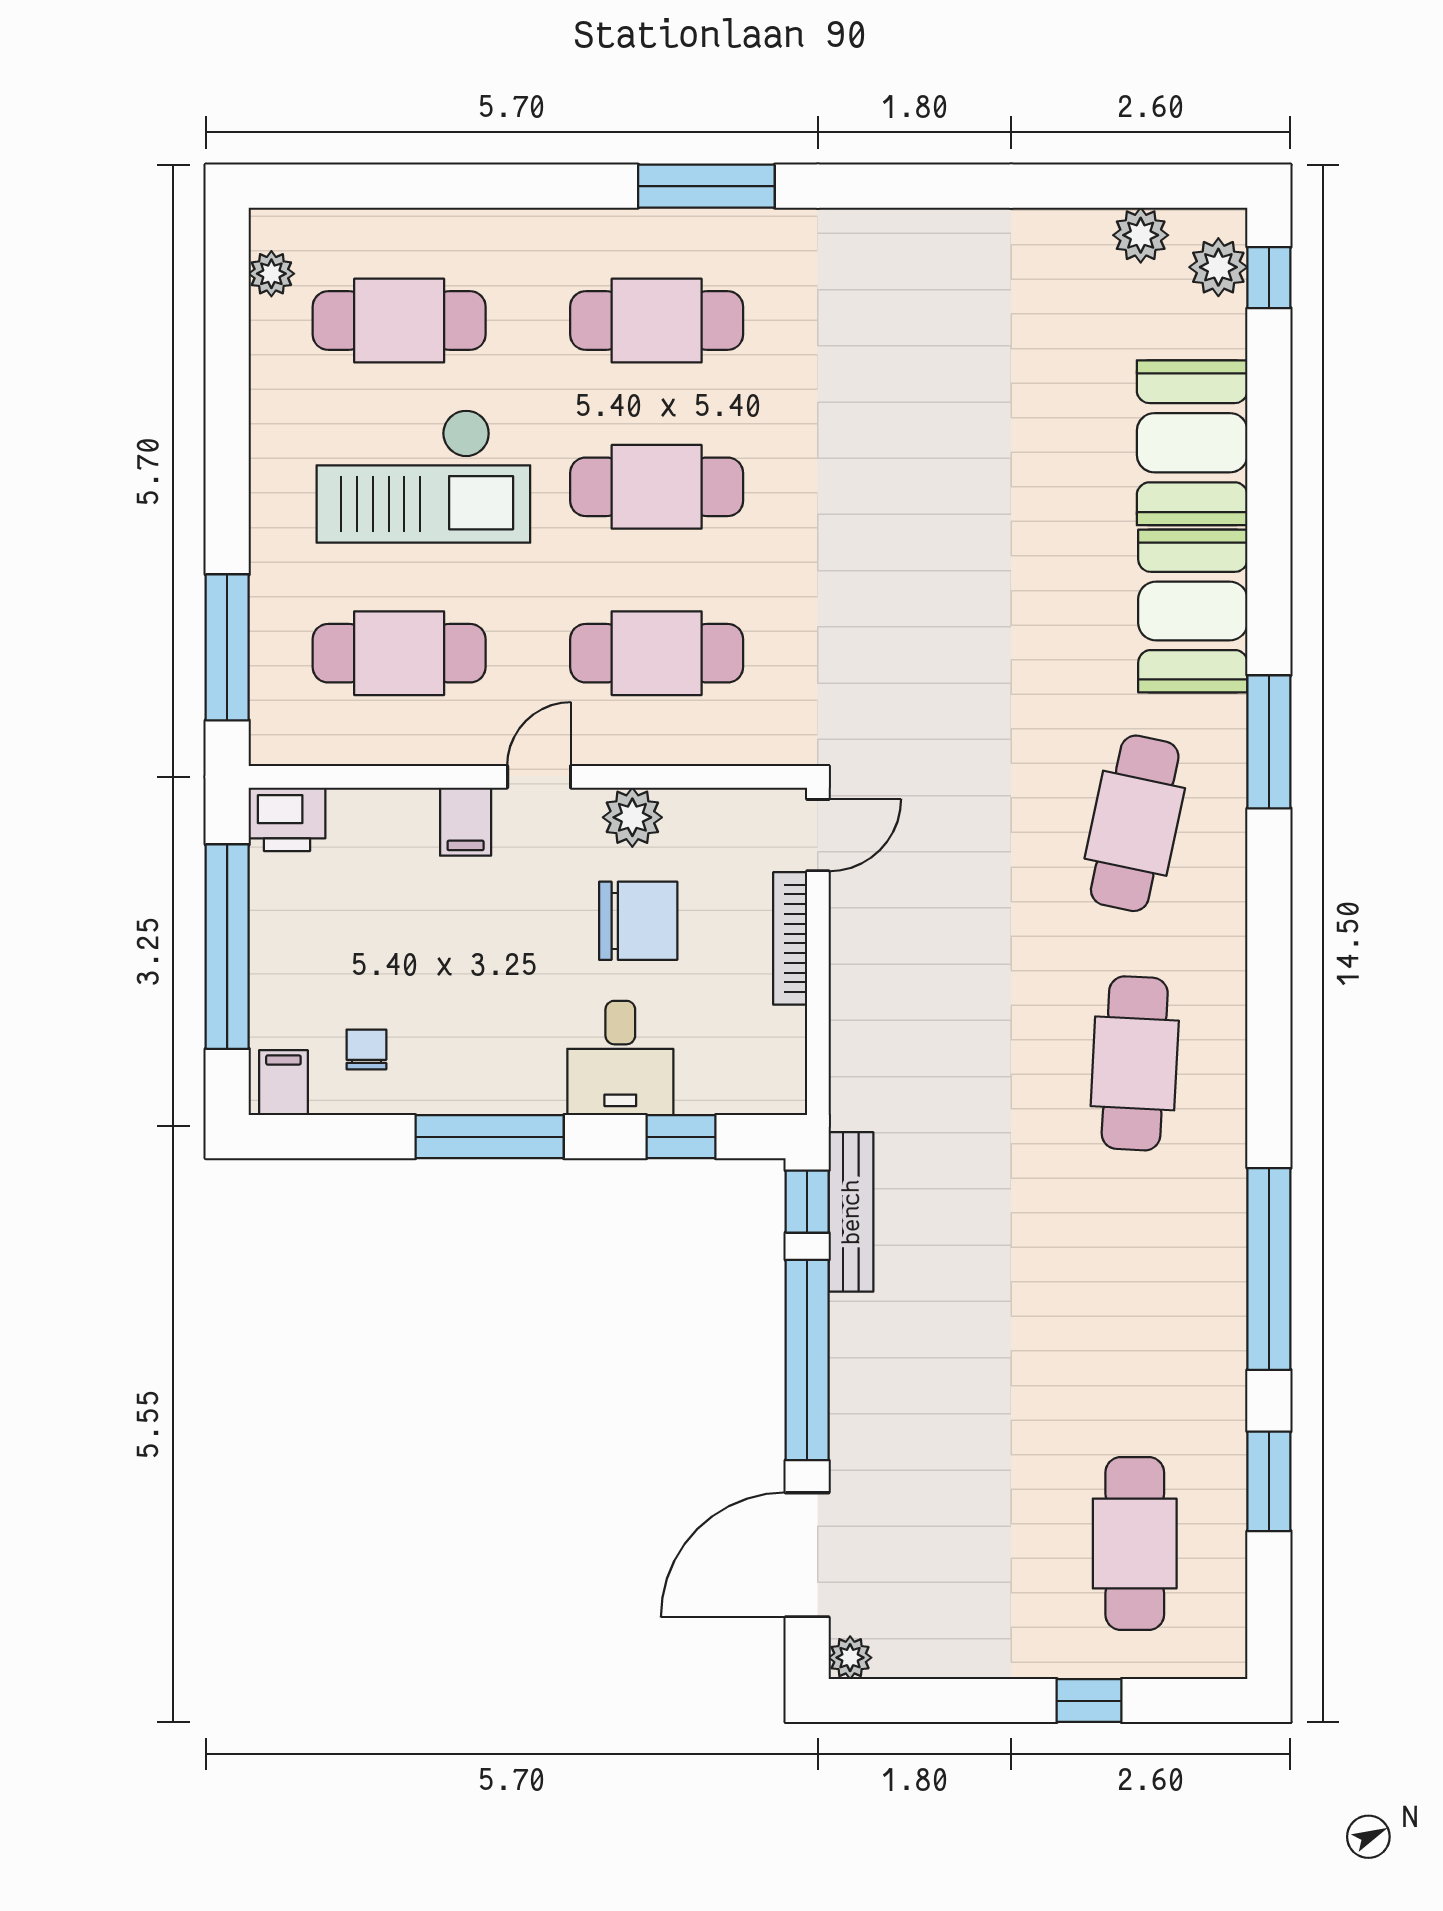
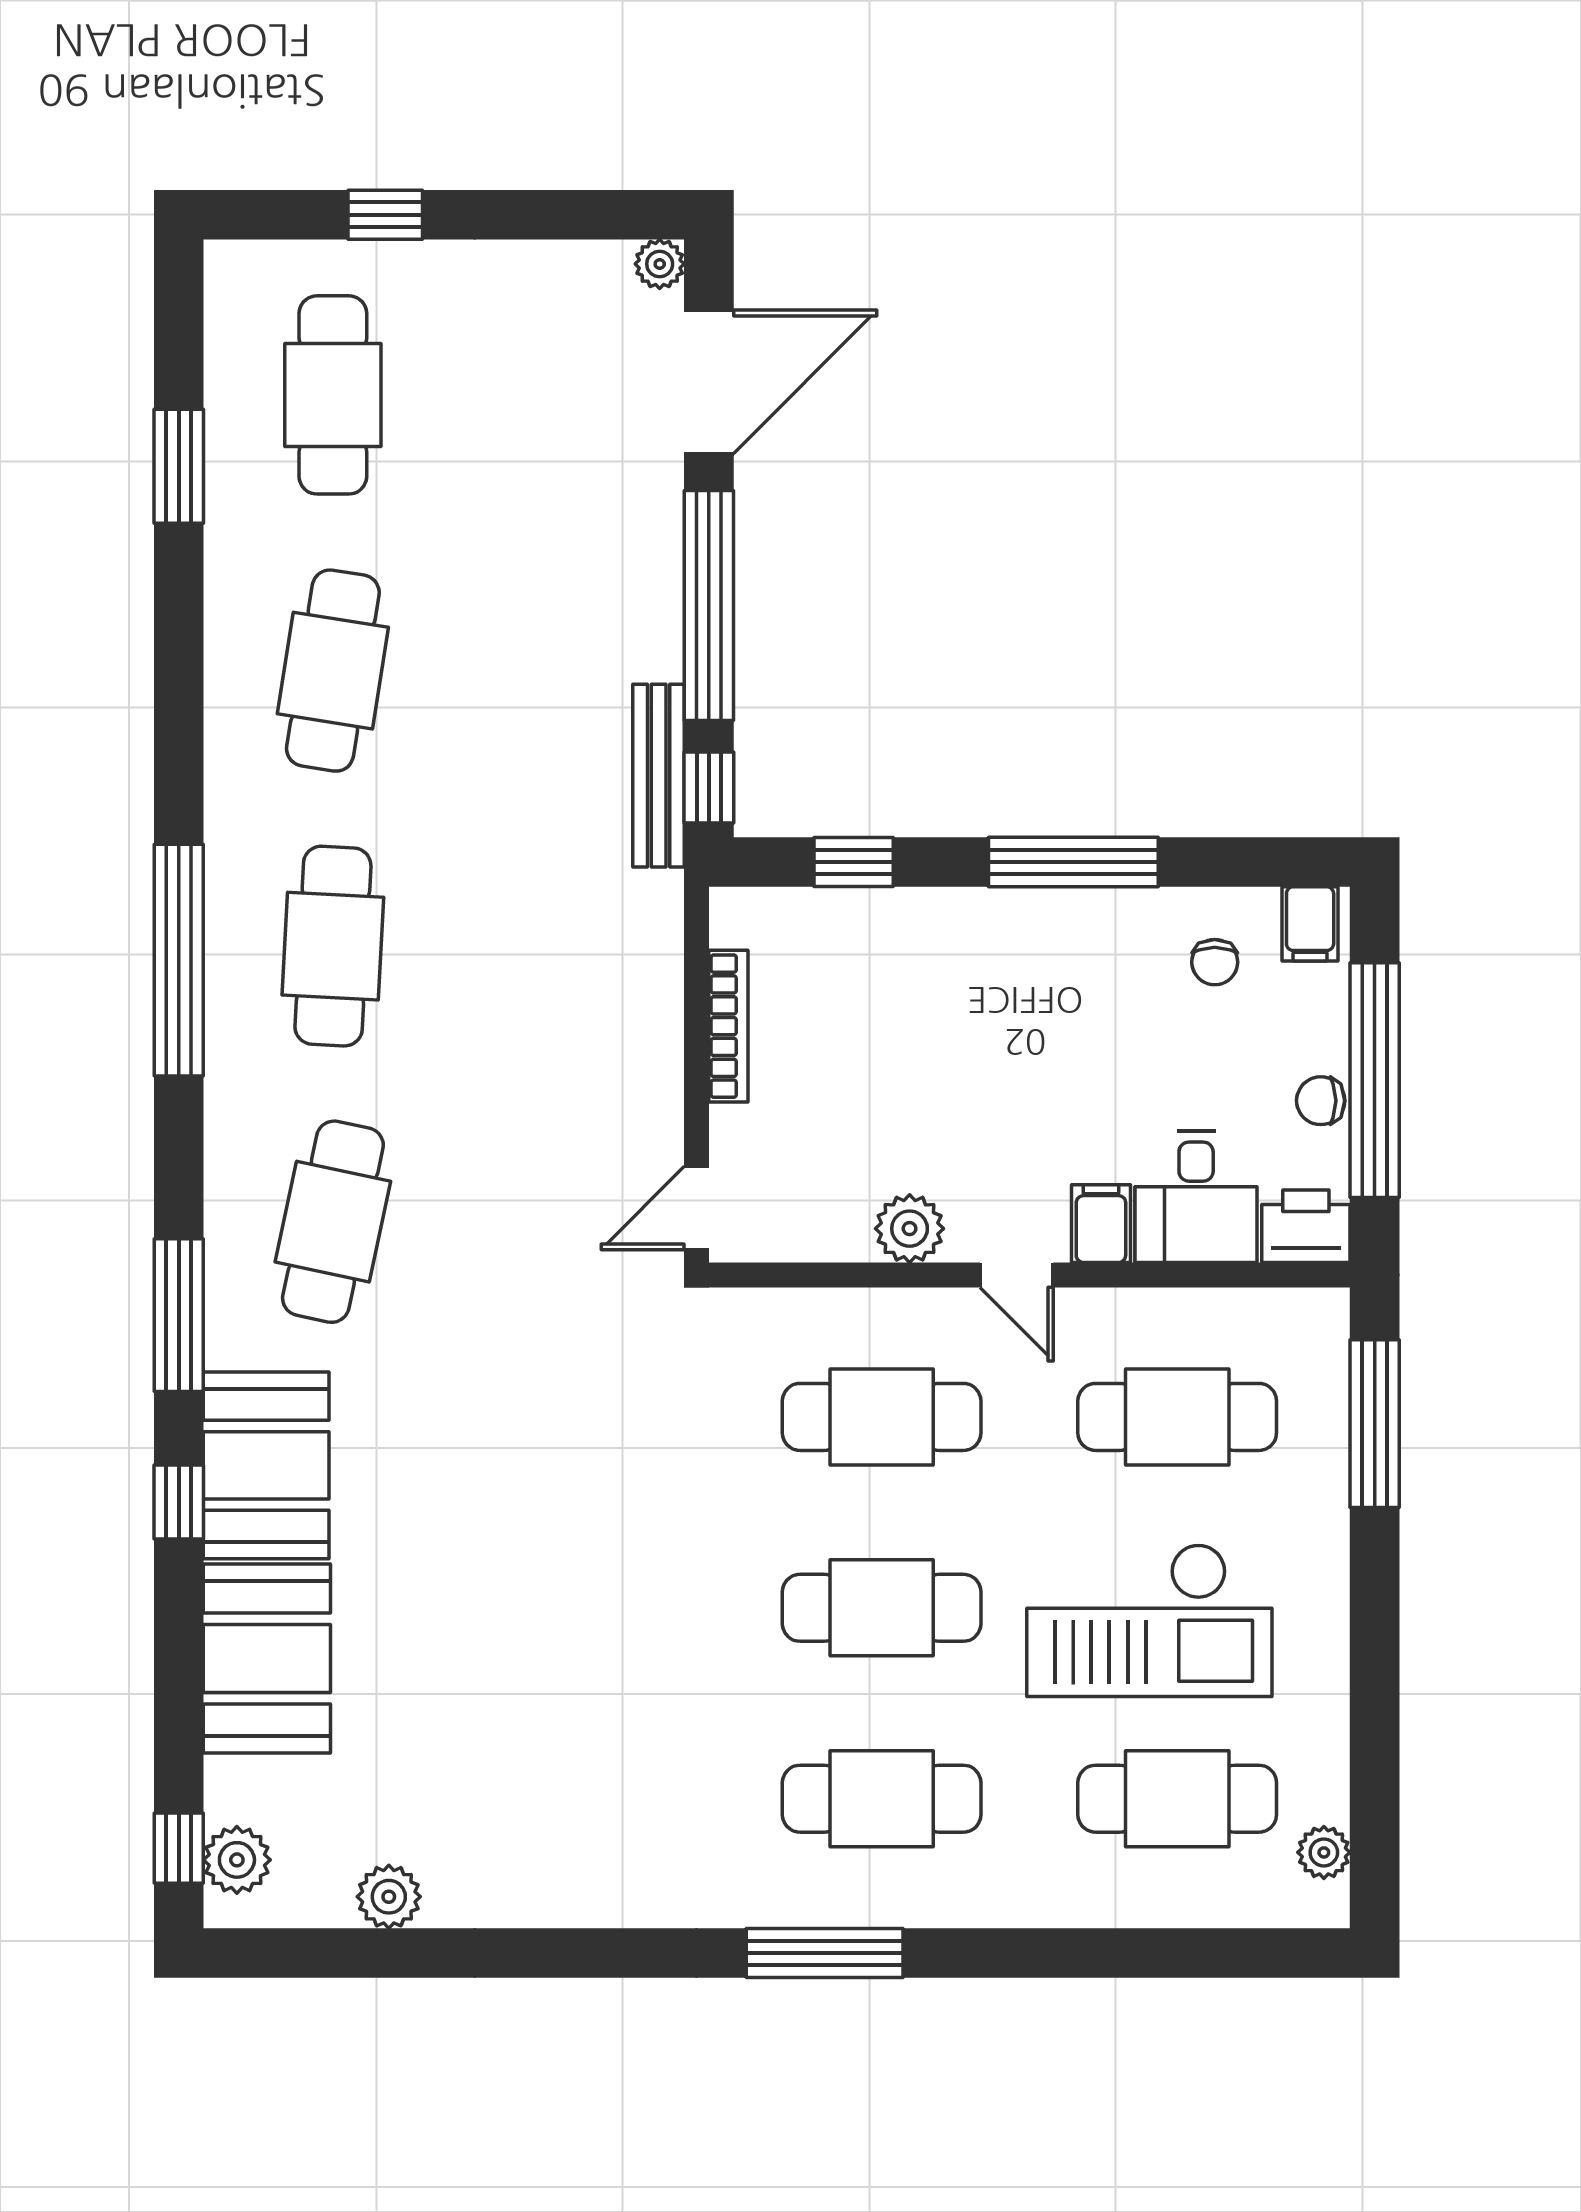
plant: (1141, 235) -> (389, 1897), moved
checkout: (423, 476) -> (1149, 1620), turned 180
window: (1269, 579) -> (179, 1502), added
door: (539, 777) -> (1017, 1275), hinge flipped
chair: (638, 921) -> (1321, 1101), moved, width x0.54, depth x0.54
bookcase: (790, 938) -> (728, 1026), moved
desk: (620, 1058) -> (1196, 1197), moved, turned 180
window: (1269, 1269) -> (179, 960), moved
cafe table: (1135, 1303) -> (333, 671), added

